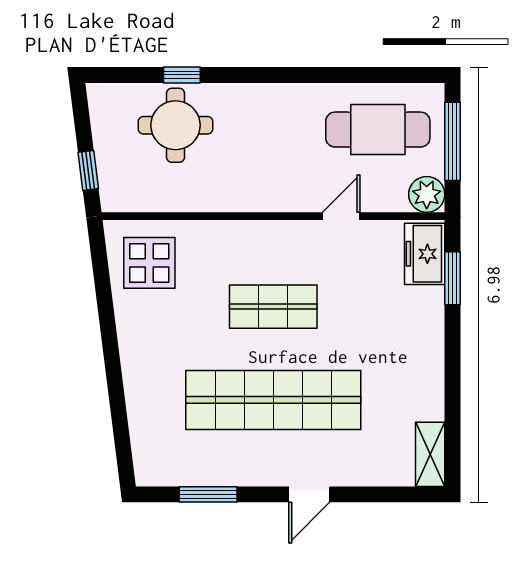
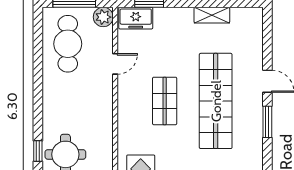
door: (341, 216) -> (115, 64), swing flipped
shelving: (430, 454) -> (212, 15), moved
window: (208, 494) -> (267, 122), moved

